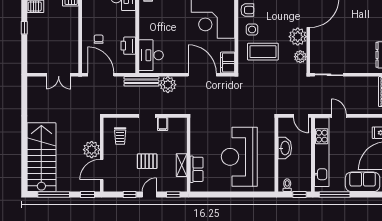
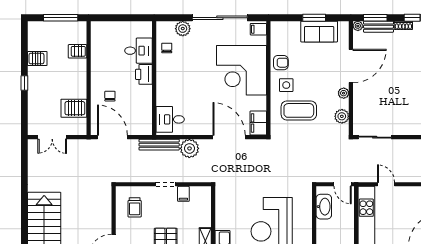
plant: (298, 37) -> (344, 93), width x0.53, depth x0.53
printer: (128, 46) -> (144, 74), moved
server rack: (67, 50) -> (74, 108), added
desk: (151, 55) -> (170, 119), width x0.73
double door: (59, 75) -> (52, 137), moved
washbasin: (285, 148) -> (324, 207), moved
plant: (92, 150) -> (102, 223), removed

